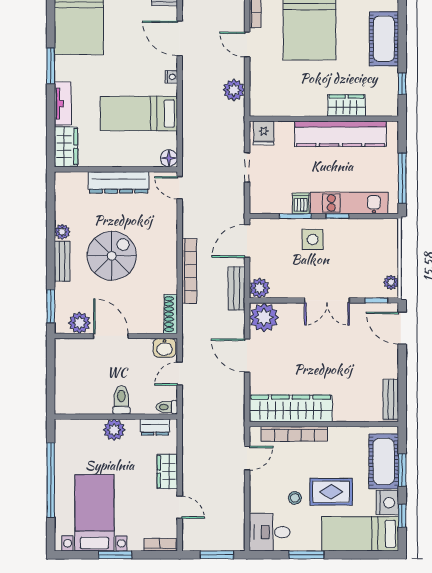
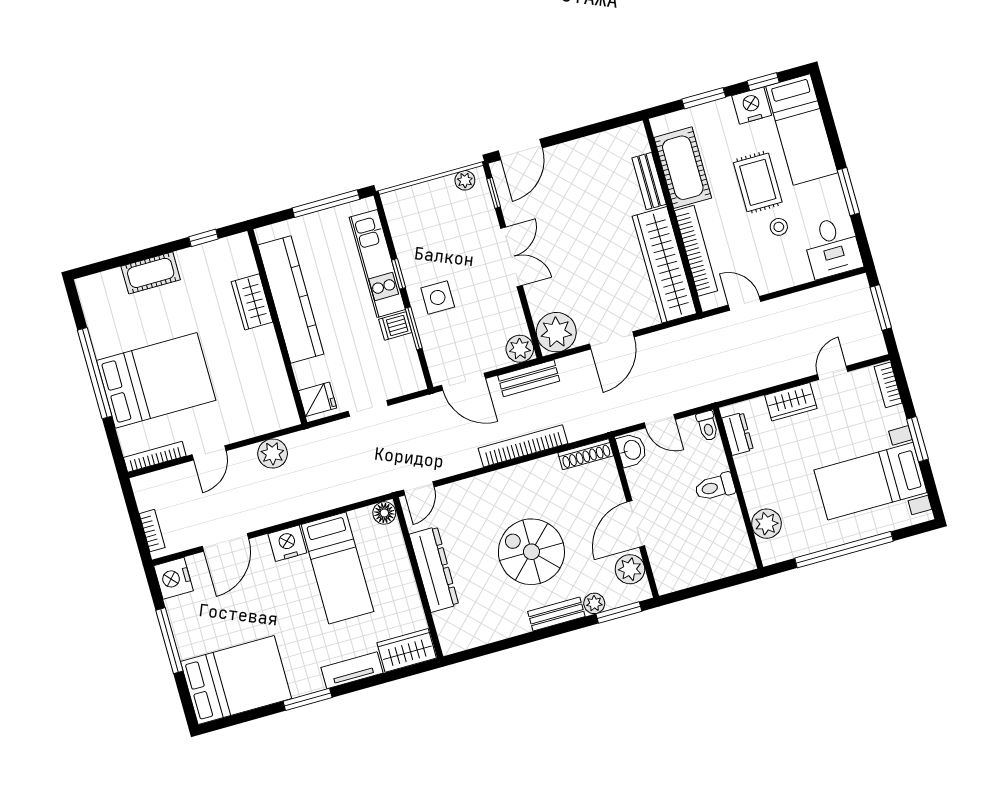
cot: (384, 39) -> (151, 273), width x0.73, depth x0.75
nightstand: (171, 77) -> (287, 543), width x1.89, depth x1.79
plant: (62, 232) -> (594, 603), moved
bench: (391, 399) -> (649, 181), moved, turned 90
plant: (114, 430) -> (767, 524), moved
cot: (384, 461) -> (683, 168), moved, turned 90

